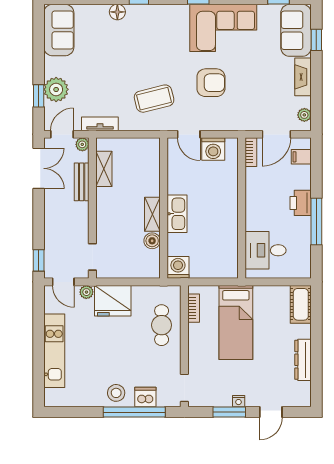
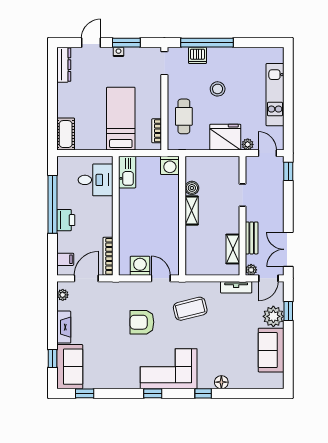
corner sofa: (223, 28) -> (169, 369), moved
sofa: (59, 30) -> (271, 350), moved
bookcase: (251, 152) -> (108, 256), width x1.56
kitchen sink: (177, 214) -> (127, 172), moved, turned 180
window: (316, 222) -> (52, 204), width x1.46
doorway: (92, 257) -> (243, 195), moved
dresser: (303, 360) -> (64, 65), moved
stool: (116, 393) -> (218, 89), moved

